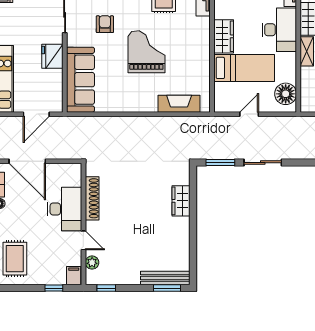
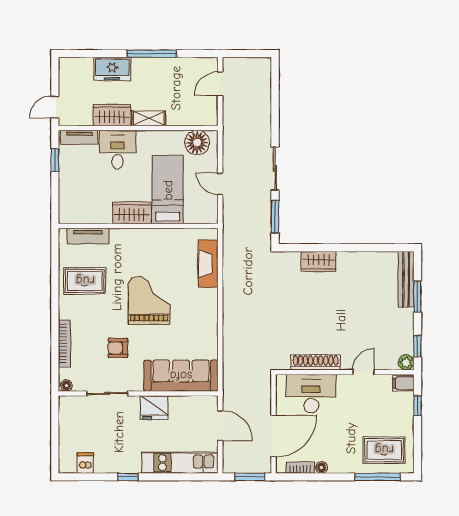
desk: (279, 30) -> (117, 150), width x0.73
grand piano: (146, 52) -> (149, 301), turned 90
desk: (64, 209) -> (311, 394), moved
plant: (92, 263) -> (406, 362), moved
window: (167, 288) -> (417, 297), moved

